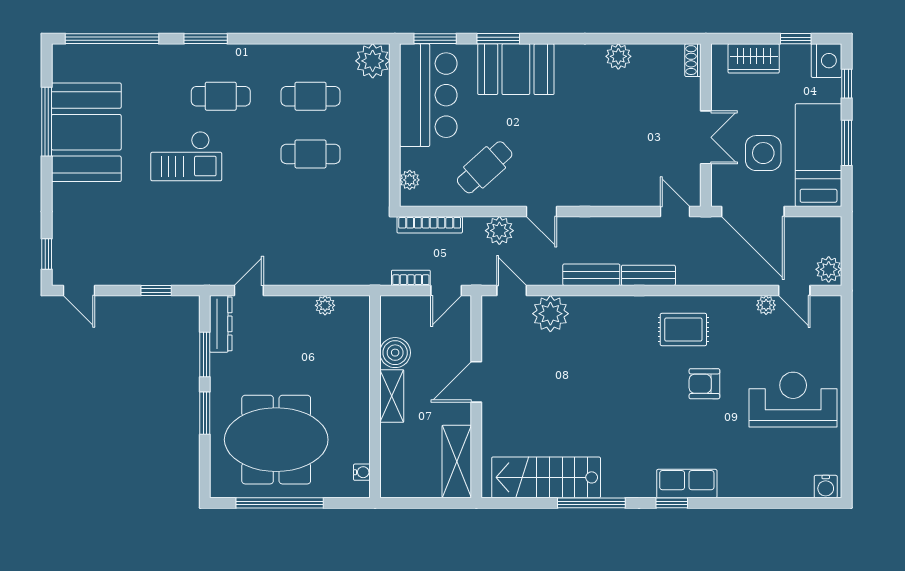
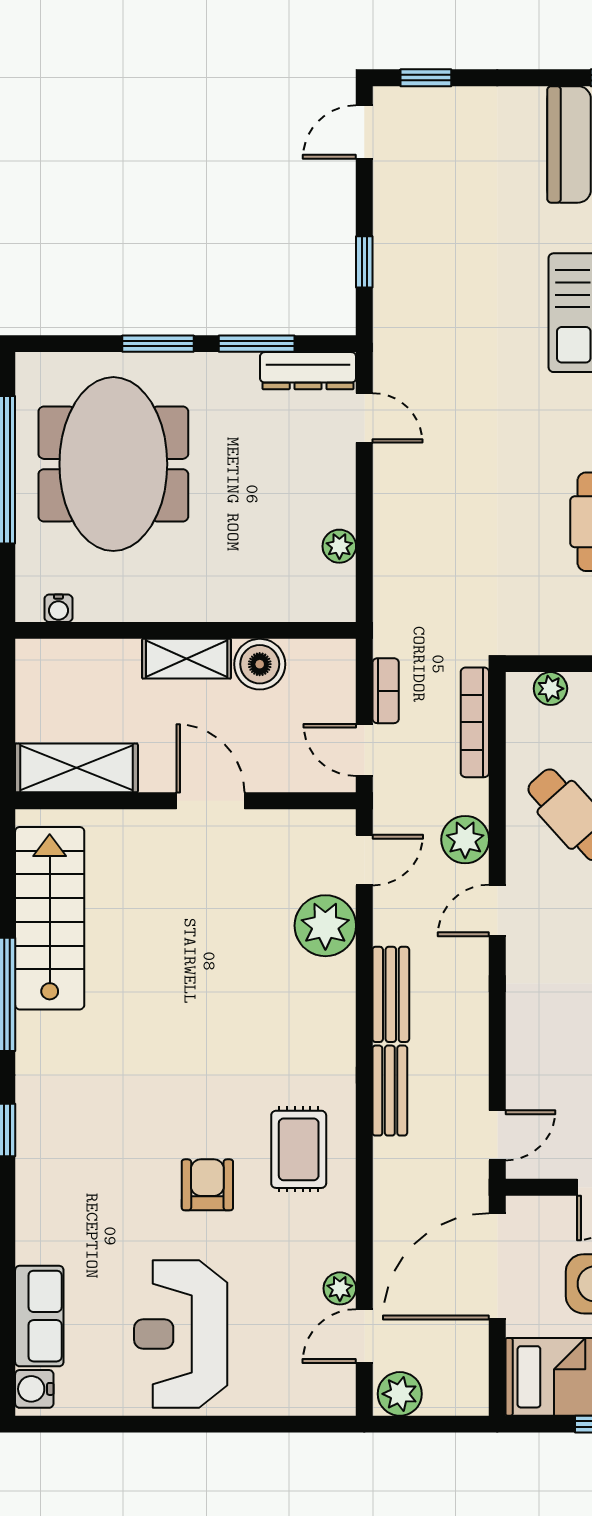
reception desk: (793, 400) -> (181, 1334), turned 180
row of seats: (687, 484) -> (39, 1316), moved

